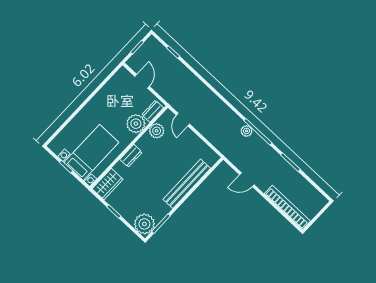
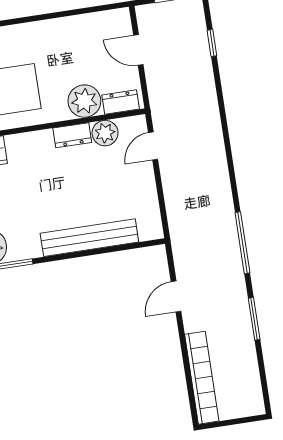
door: (142, 81) -> (138, 50), swing flipped
plant: (247, 131) -> (228, 230), removed
dresser: (131, 156) -> (72, 135), moved
door: (247, 180) -> (176, 296), hinge flipped

